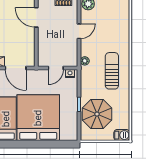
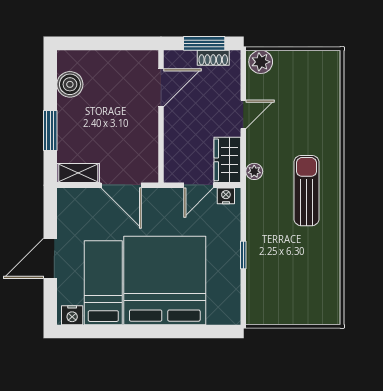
door: (36, 17) -> (161, 88), swing flipped
wardrobe: (71, 55) -> (227, 160), added
parasol: (97, 114) -> (278, 274), removed
barbecue: (122, 135) -> (325, 314), removed

